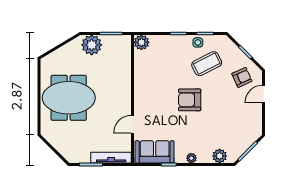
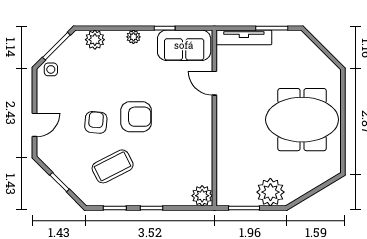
side table: (198, 42) -> (51, 69), moved
armchair: (242, 77) -> (96, 122), moved, turned 119
door: (133, 124) -> (214, 83), swing flipped

